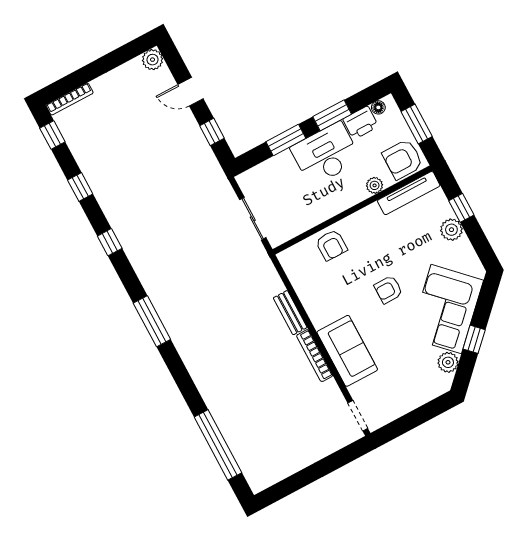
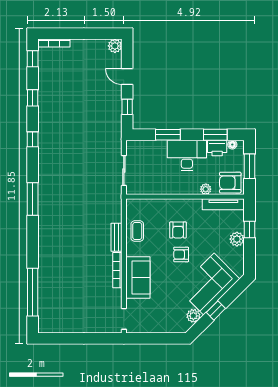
window: (332, 115) -> (215, 135), moved
armchair: (331, 245) -> (178, 230), moved
coffee table: (313, 290) -> (137, 231), added

